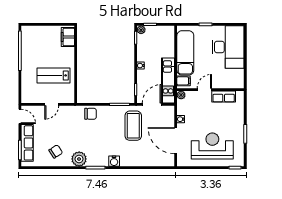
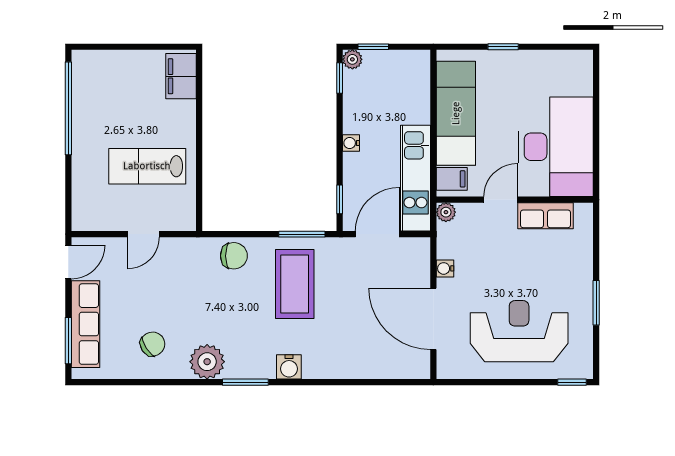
desk: (228, 47) -> (556, 147), moved
door: (20, 116) -> (68, 262), hinge flipped
coffee table: (133, 126) -> (295, 284), moved

